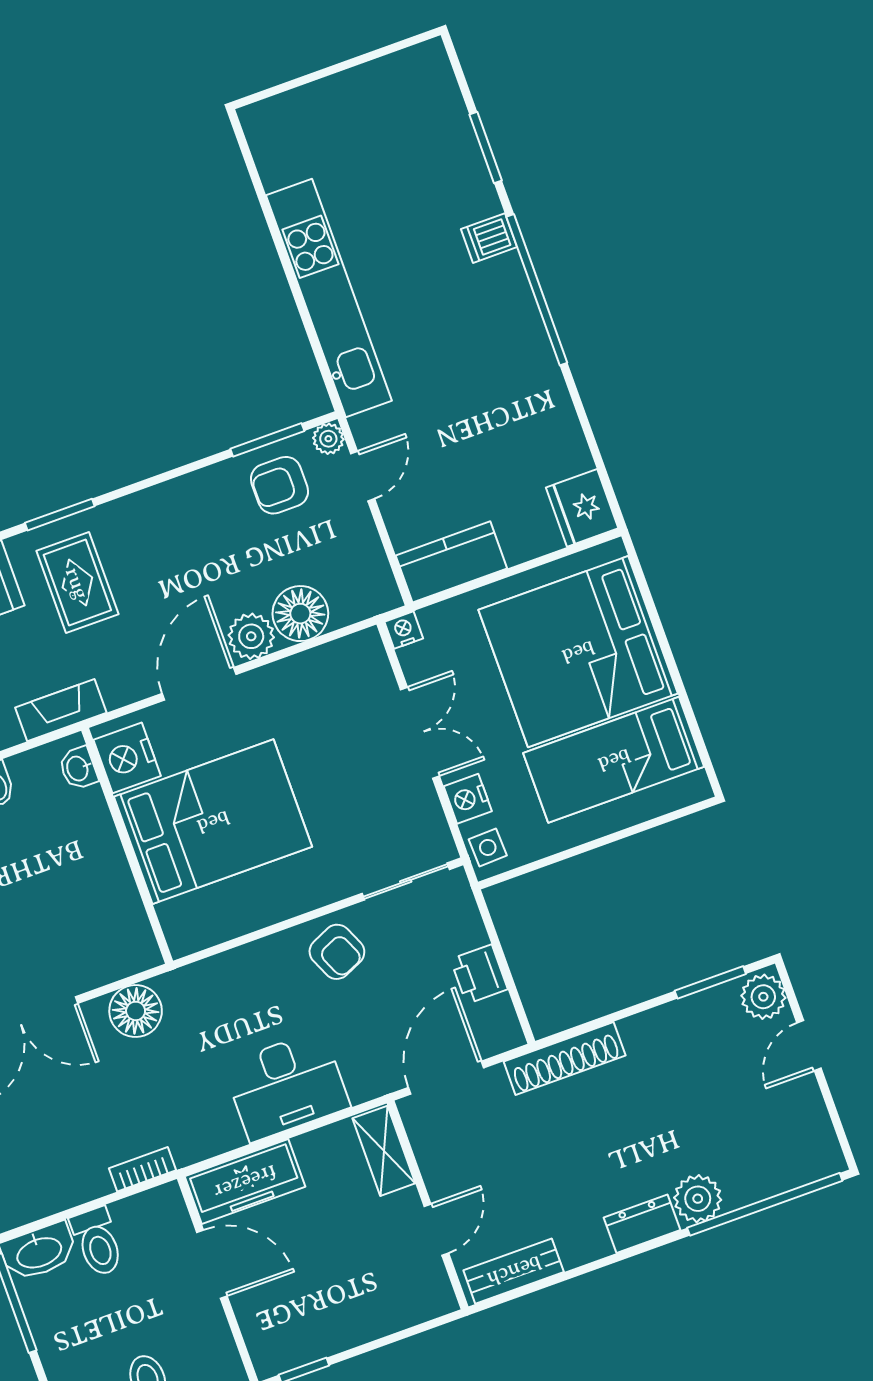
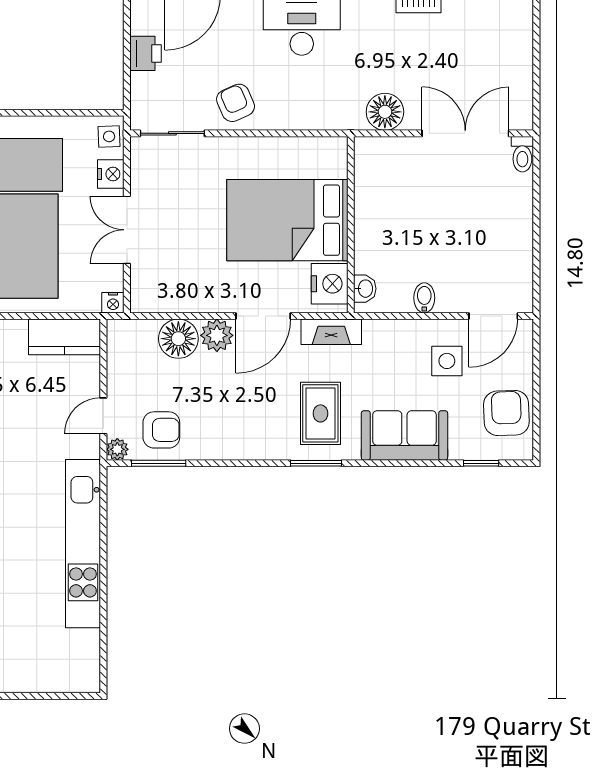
fireplace: (61, 710) -> (331, 332), moved

